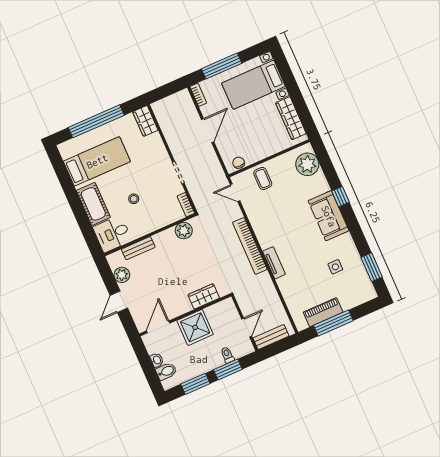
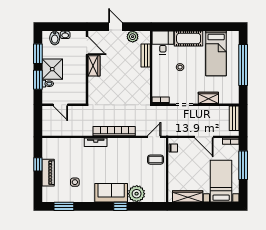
wardrobe: (145, 121) -> (208, 98), moved
plant: (307, 164) -> (137, 194), moved
plant: (184, 231) -> (144, 91), removed
wardrobe: (204, 296) -> (94, 66), moved
piano: (323, 312) -> (48, 173), moved
window: (333, 323) -> (38, 164), width x0.46
shower: (195, 327) -> (52, 69), moved
bench: (271, 337) -> (234, 118), moved

